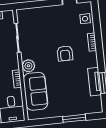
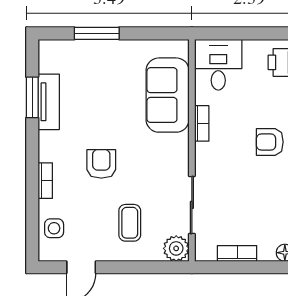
coffee table: (48, 25) -> (130, 223), added
plant: (28, 66) -> (176, 248), moved

